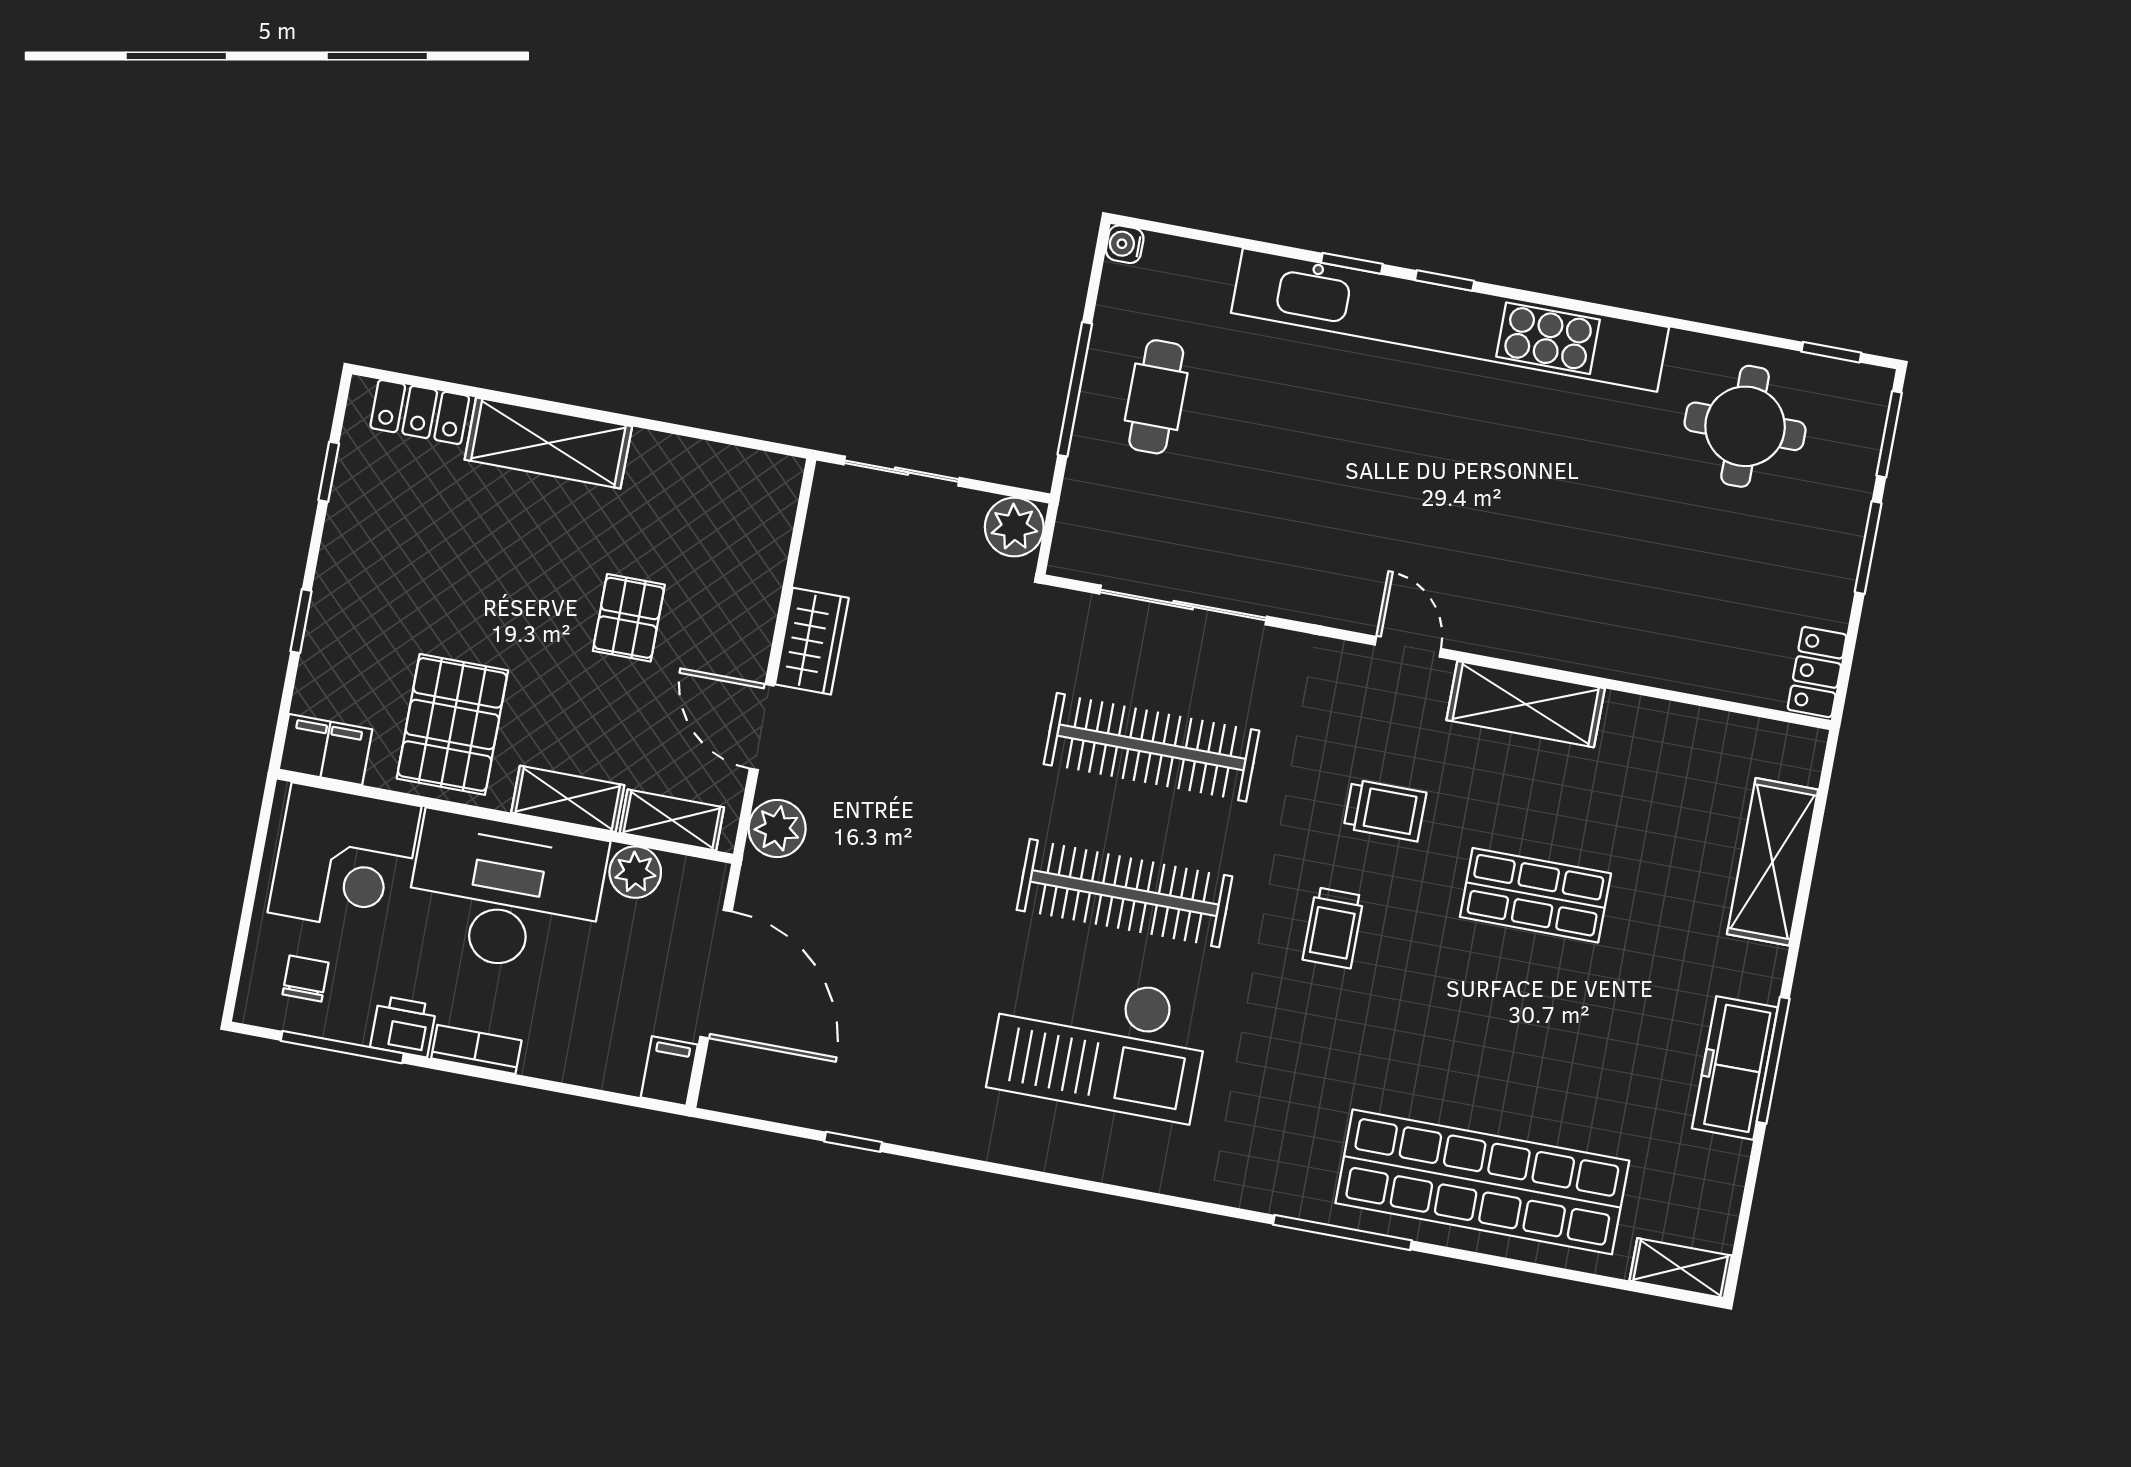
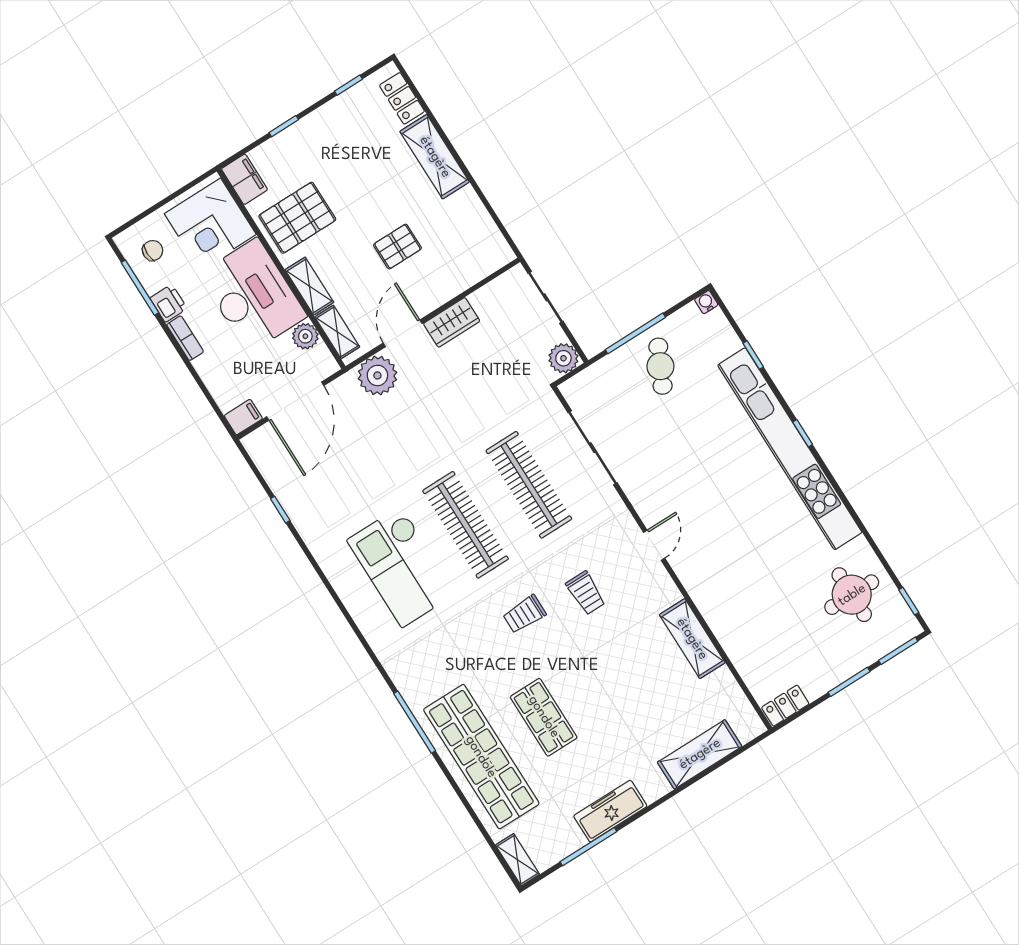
window: (1352, 263) -> (753, 355), moved
cafe table: (1156, 397) -> (660, 366), turned -64
shelving: (1526, 704) -> (692, 639), moved
plant: (777, 829) -> (377, 375), width x1.36, depth x1.36
shop shelf: (1535, 895) -> (544, 717), moved
window: (1773, 1060) -> (588, 847), moved

